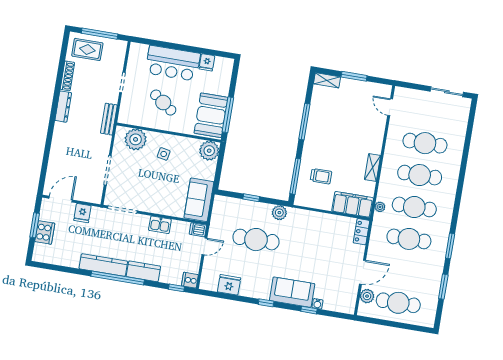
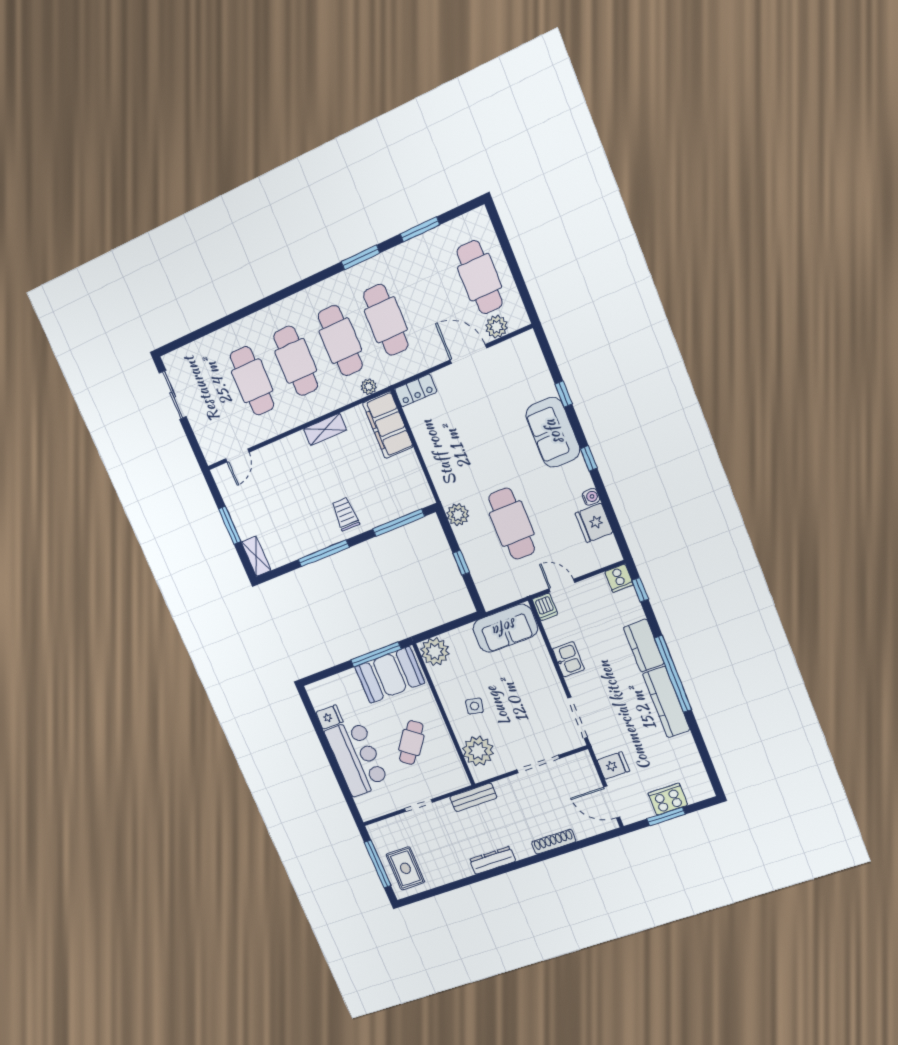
shoe rack: (67, 76) -> (554, 842), moved
trolley: (321, 176) -> (345, 514), moved
water cooler: (317, 304) -> (591, 497), moved

